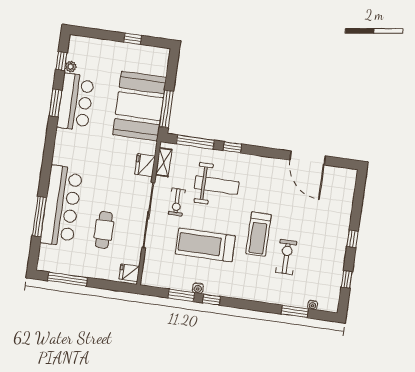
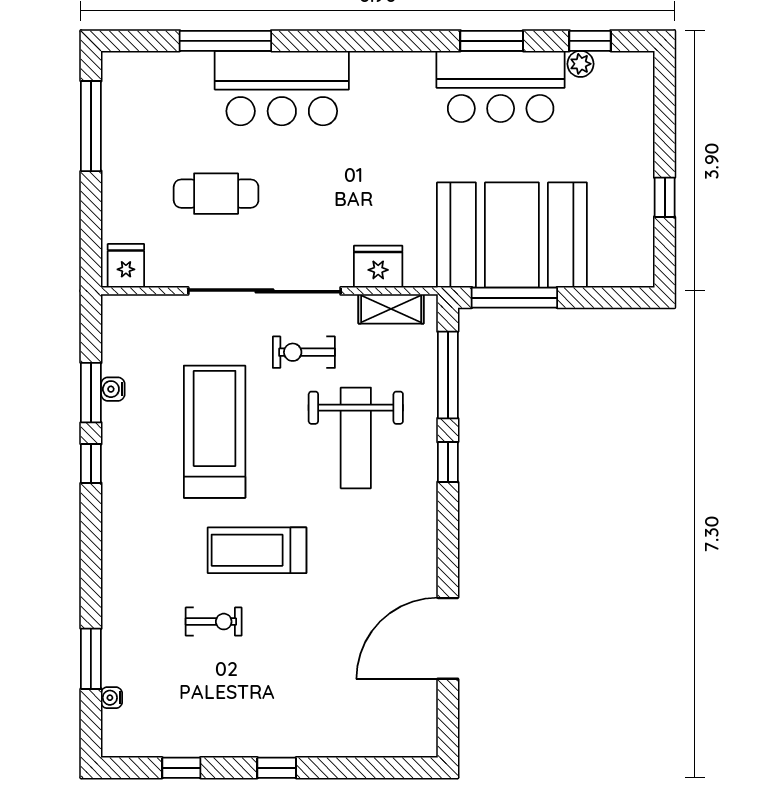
bar counter: (61, 206) -> (282, 88), width x0.73
exercise bike: (286, 257) -> (214, 622), width x0.73, depth x0.72
water cooler: (198, 288) -> (113, 389), moved

